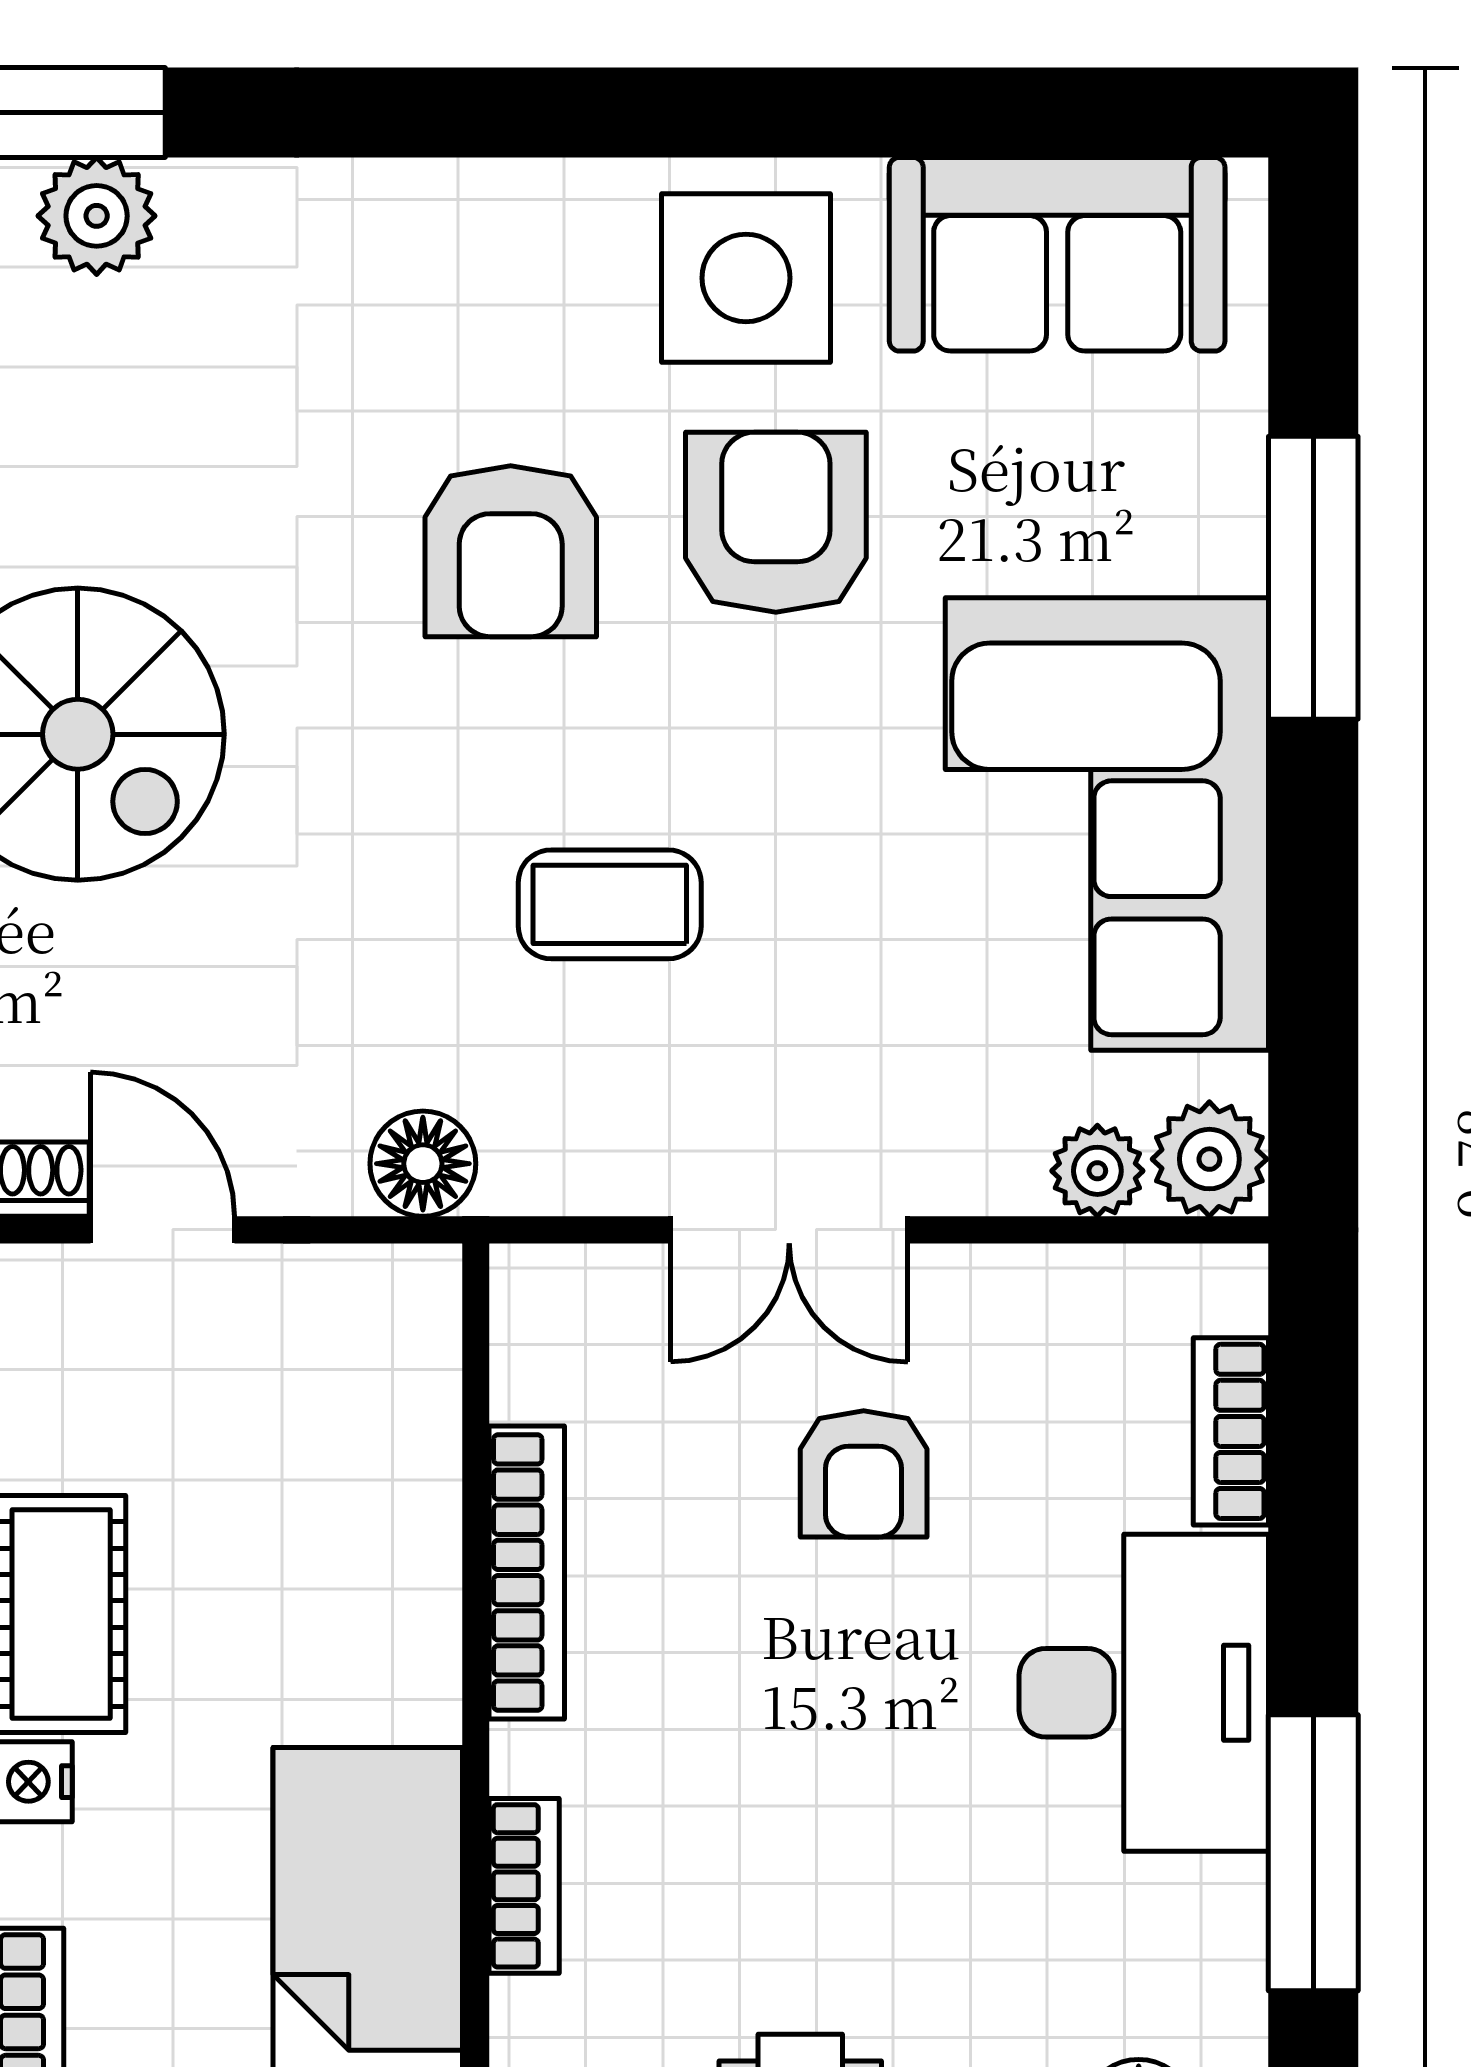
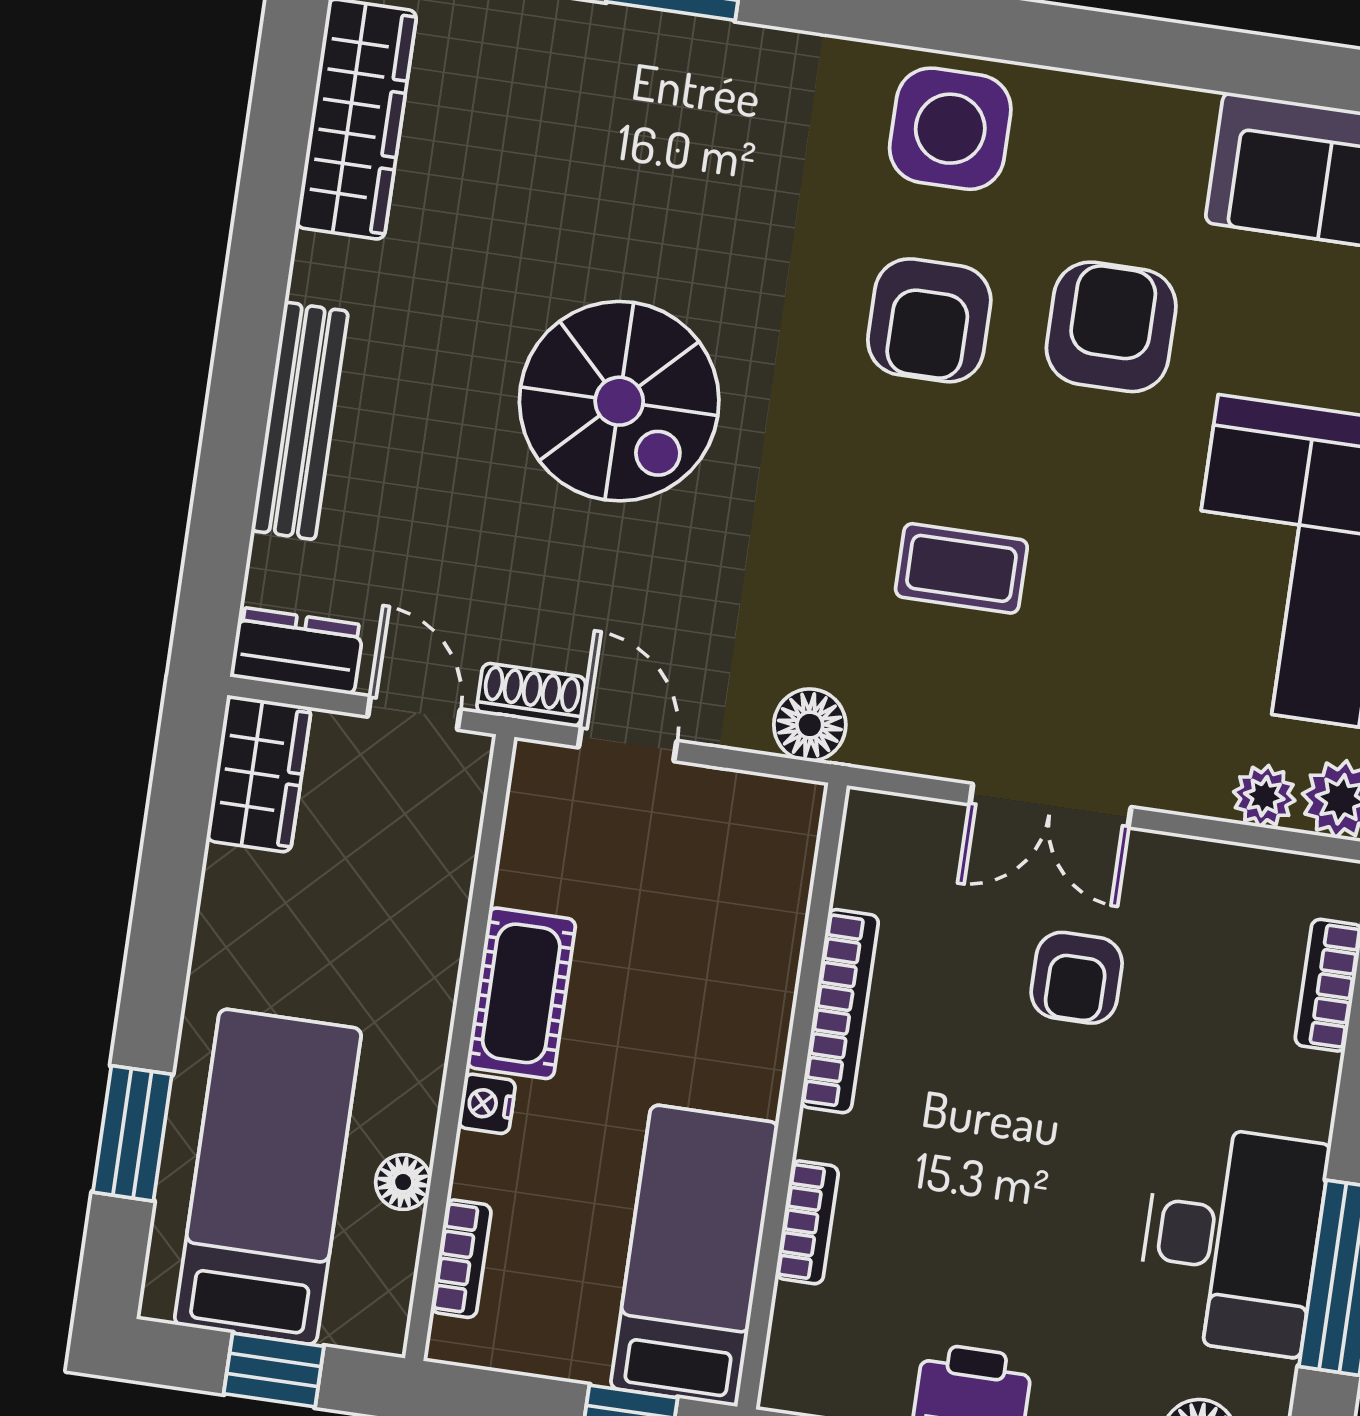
plant: (97, 216) -> (683, 53), removed
side table: (746, 278) -> (950, 129), moved
desk: (1144, 1693) -> (1232, 1240), moved

